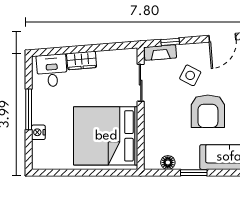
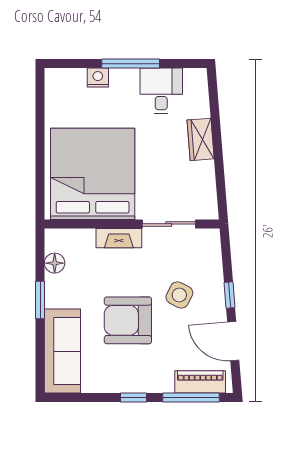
window: (170, 42) -> (230, 295), moved
fireplace: (160, 53) -> (119, 238), moved, turned -85
desk: (52, 71) -> (161, 91), moved, turned -85

